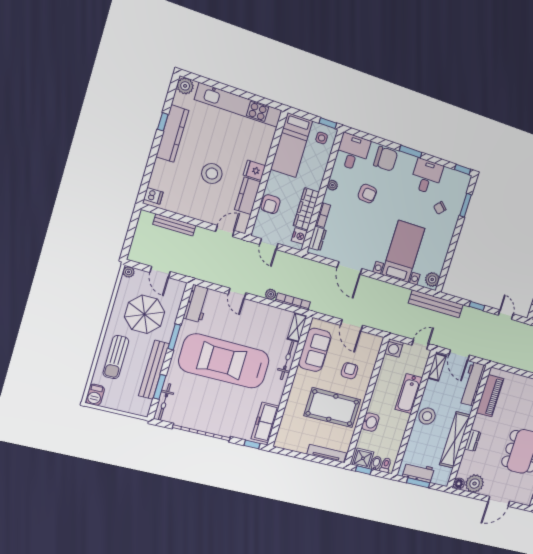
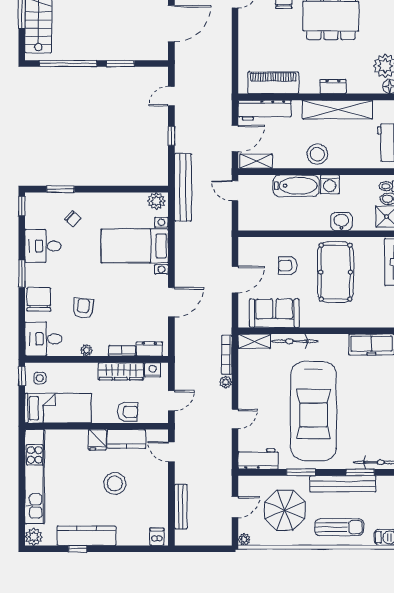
washing machine: (394, 348) -> (330, 184), moved, turned 90

